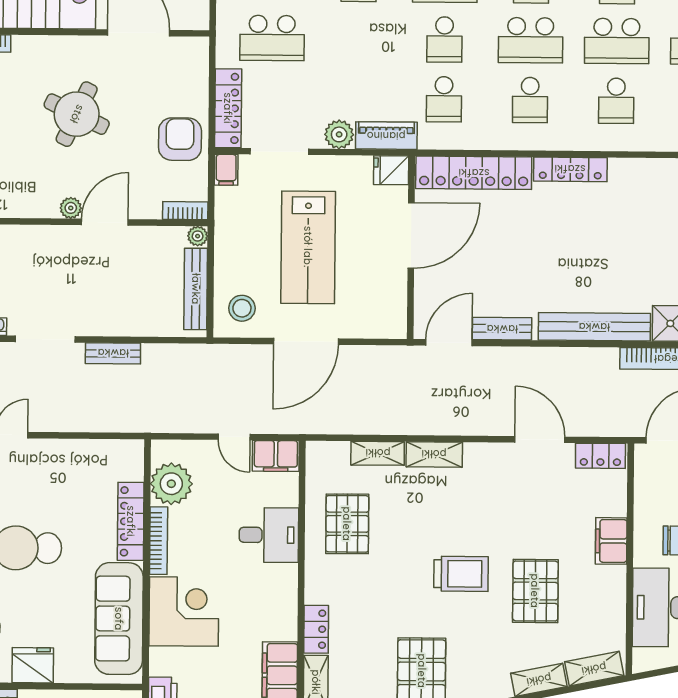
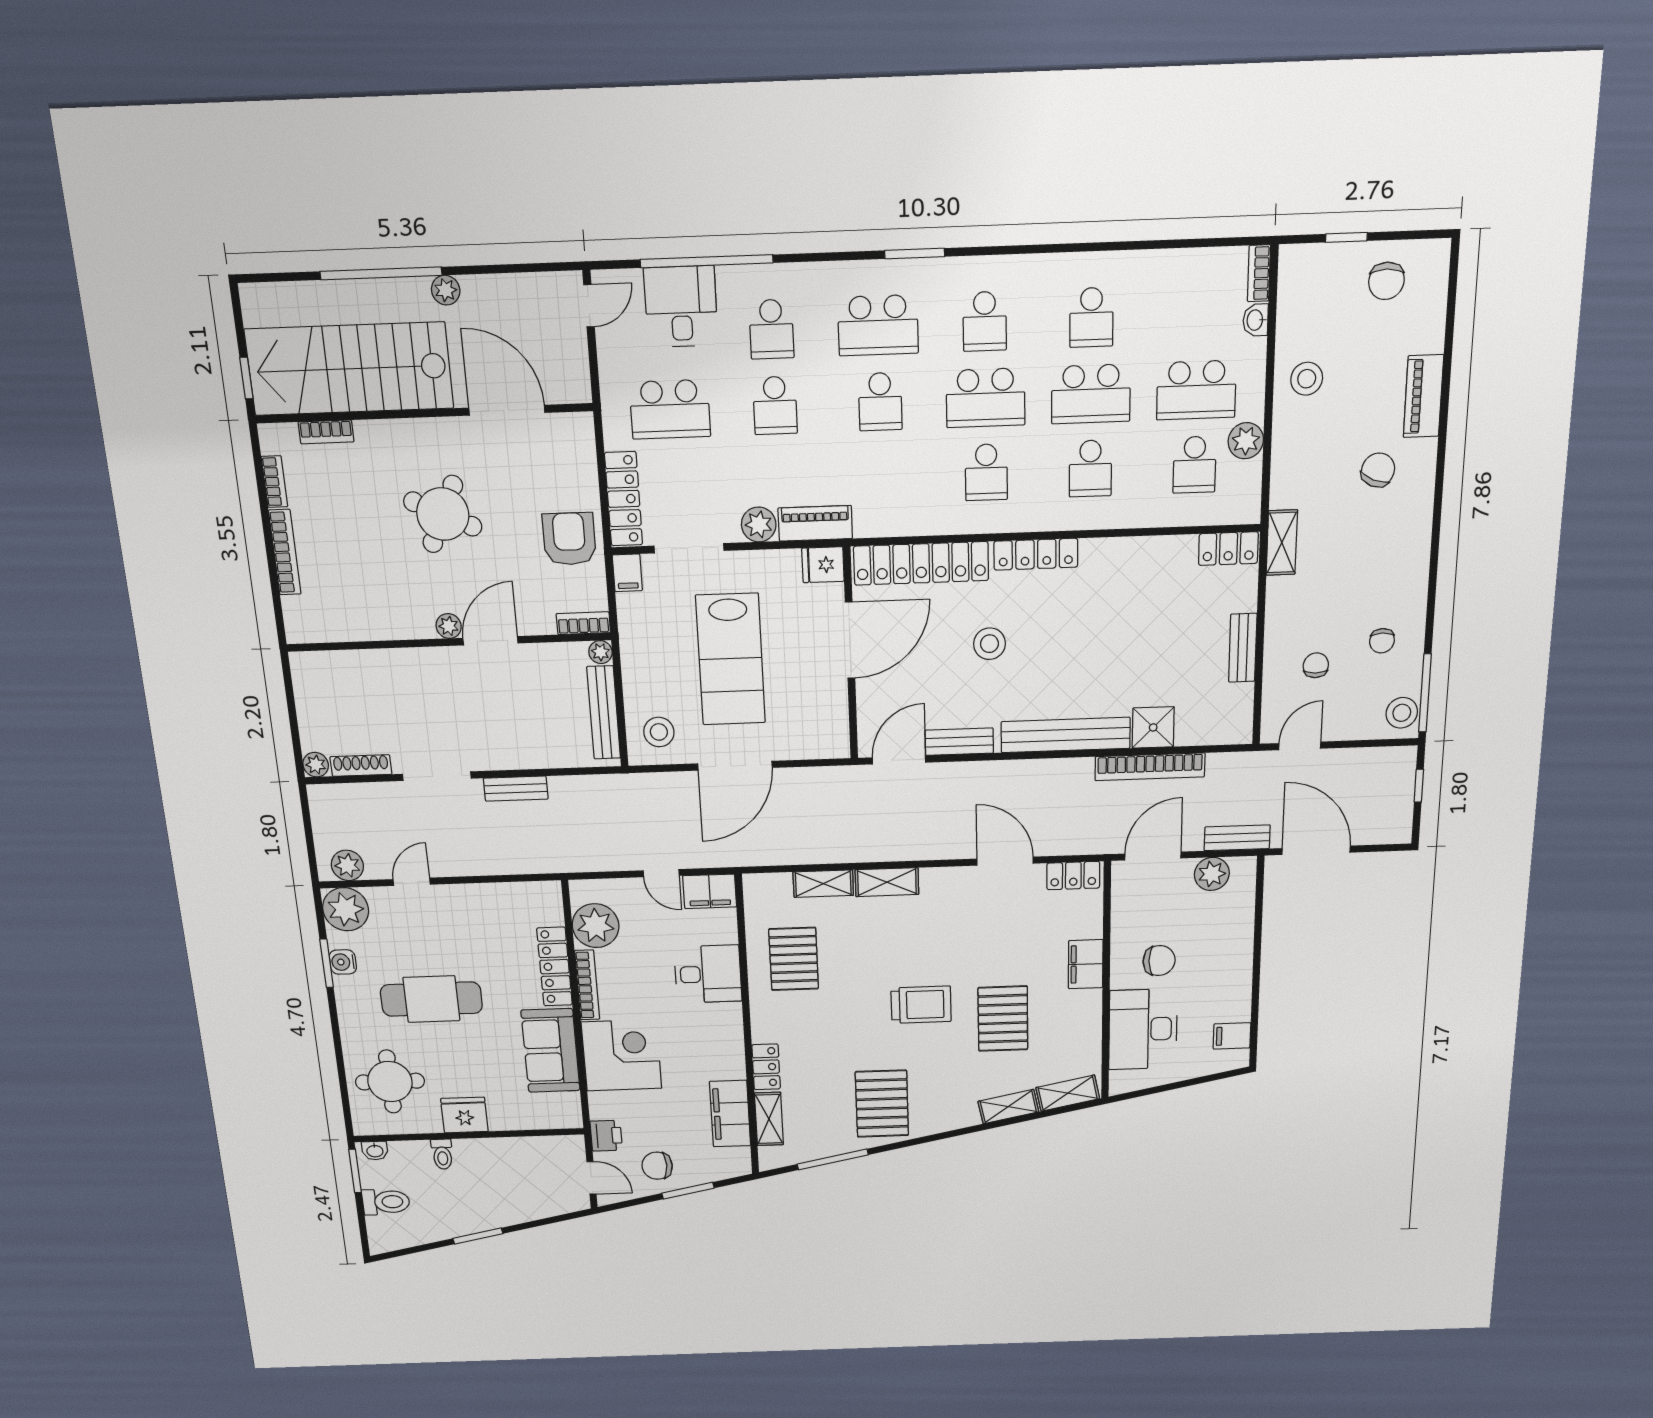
school desk: (444, 99) -> (775, 405), moved
stool: (530, 244) -> (989, 644), added
sofa: (119, 619) -> (551, 1051), width x0.73

